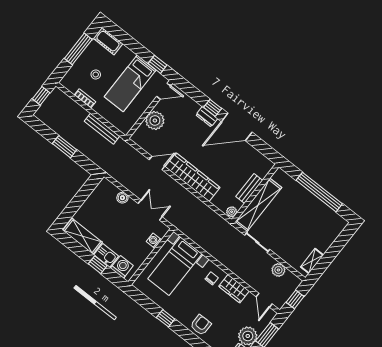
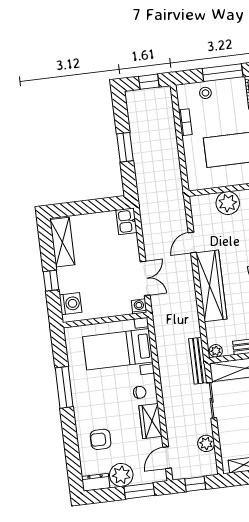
stool: (96, 75) -> (205, 93), moved
bench: (102, 129) -> (198, 361), moved
door: (157, 163) -> (192, 243), swing flipped
boiler: (122, 198) -> (131, 243), removed
washing machine: (154, 241) -> (139, 306), moved
kitchen sink: (106, 255) -> (126, 221), moved, turned 180
window: (166, 318) -> (64, 387), width x2.17
armchair: (201, 325) -> (101, 439), moved, turned 180

